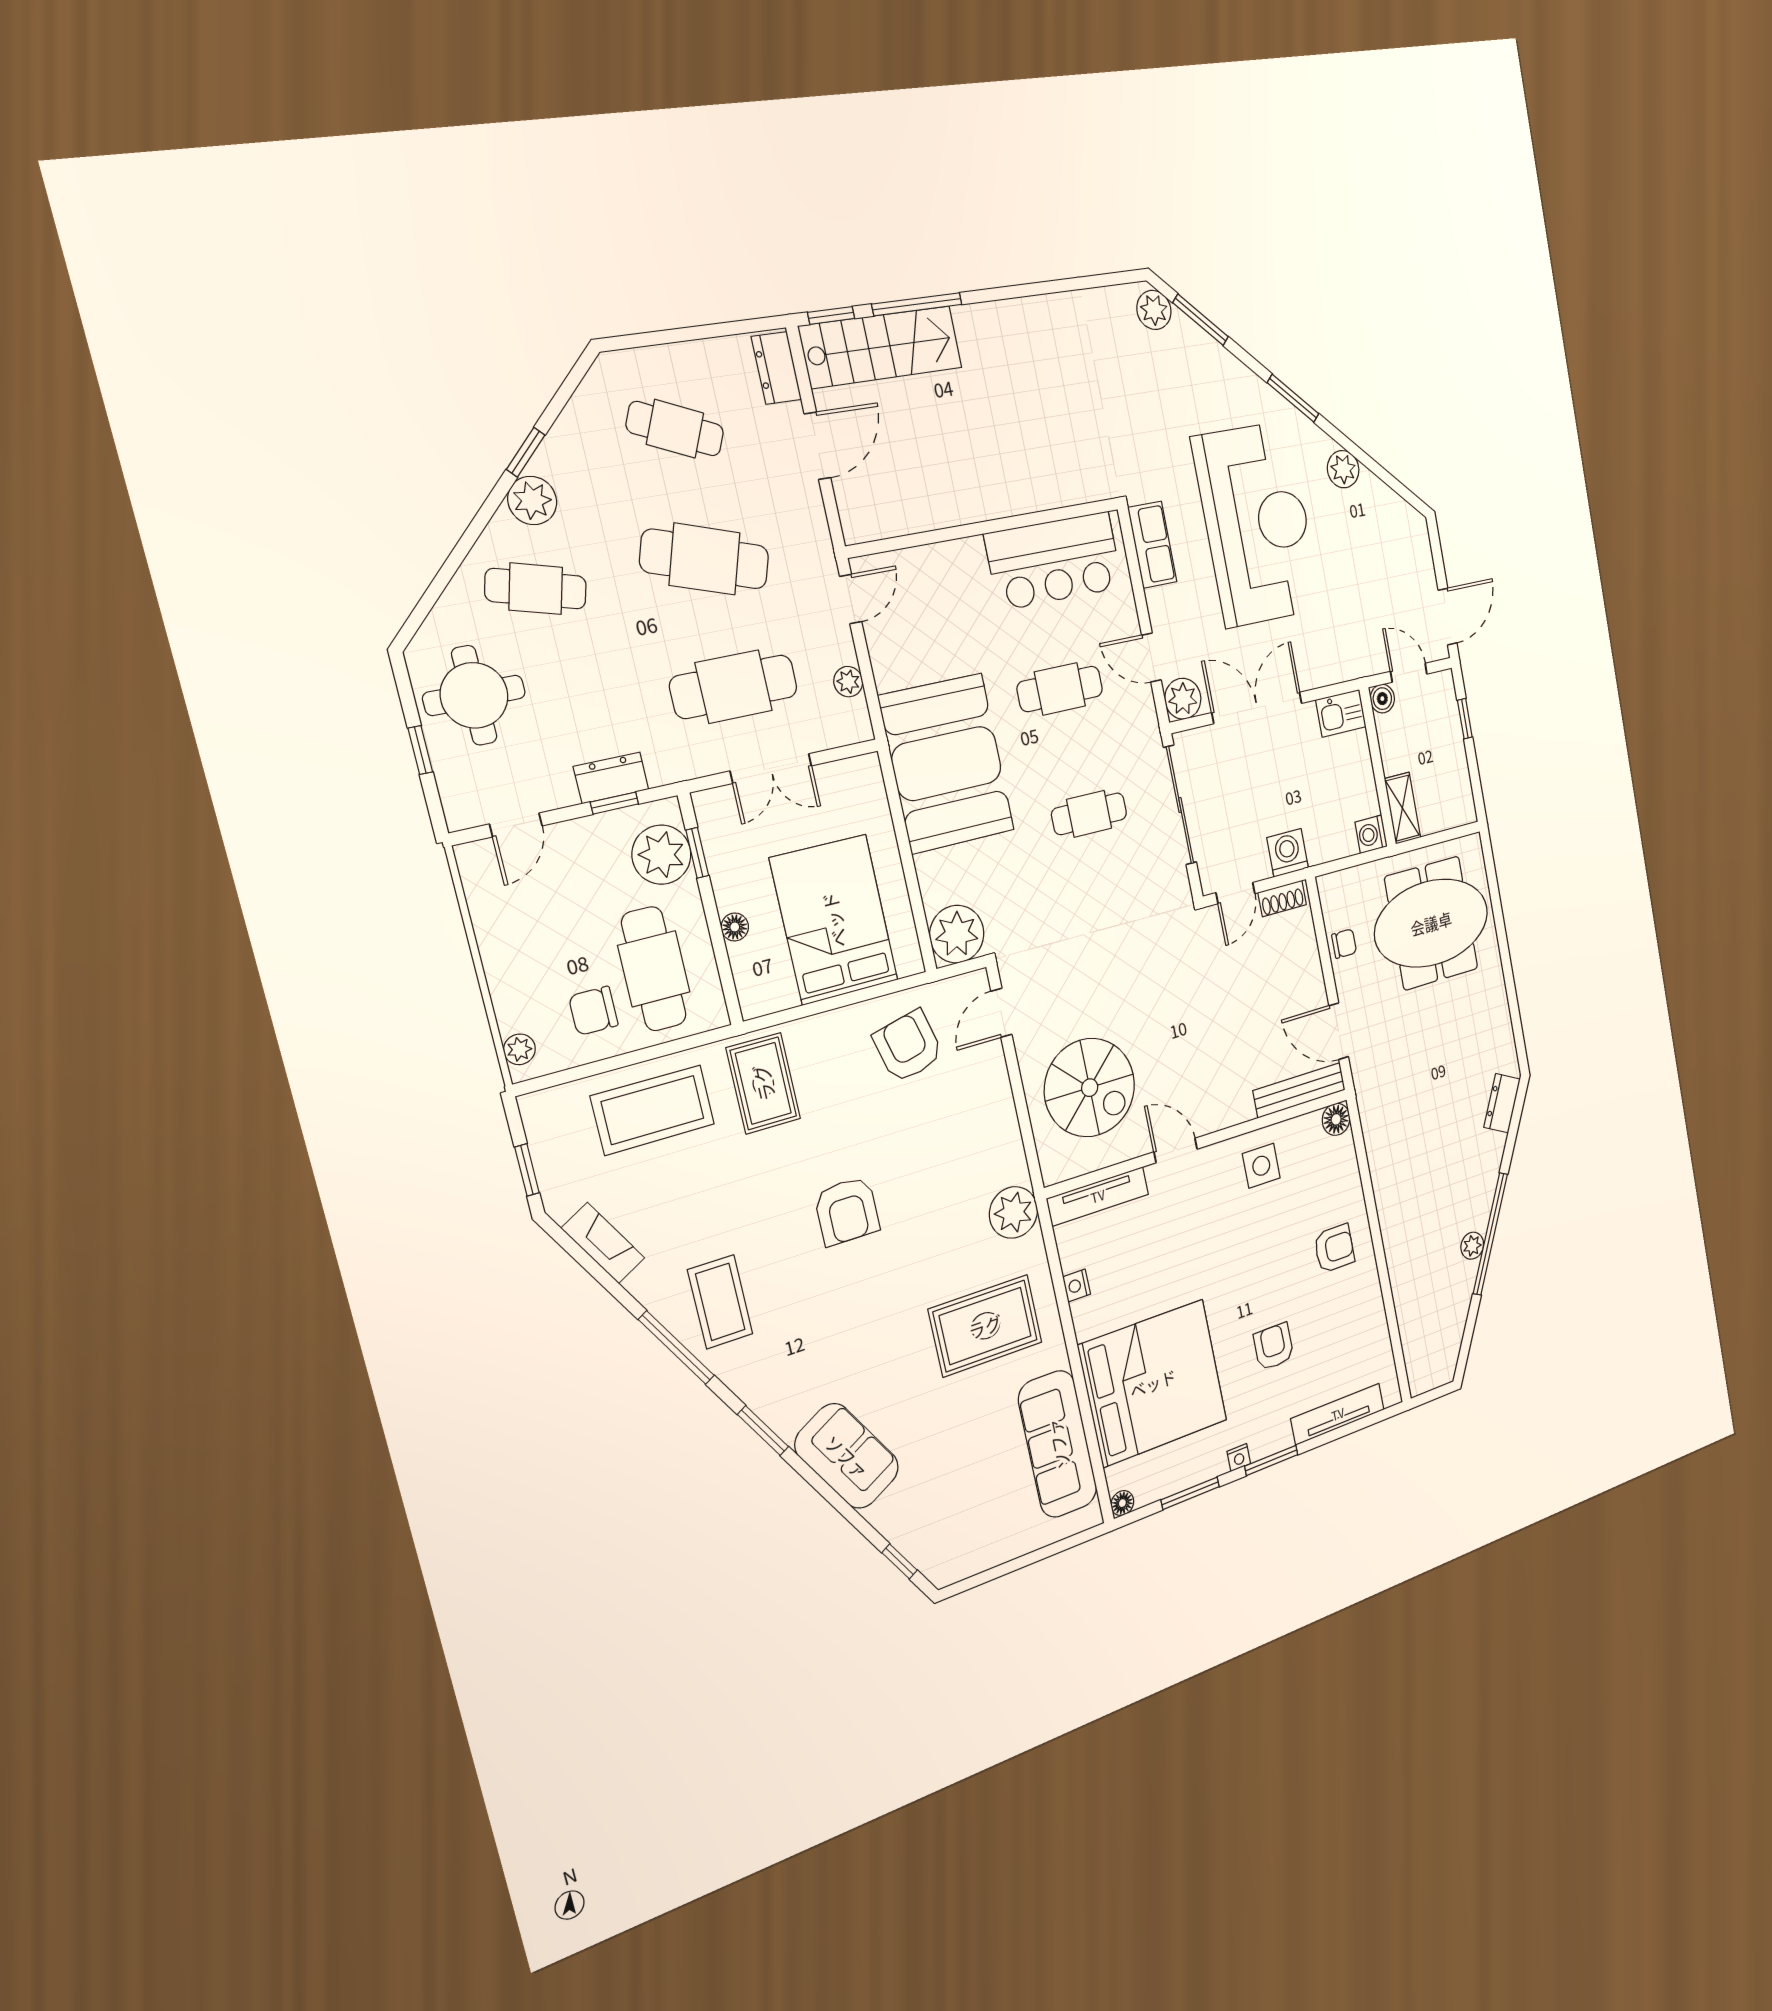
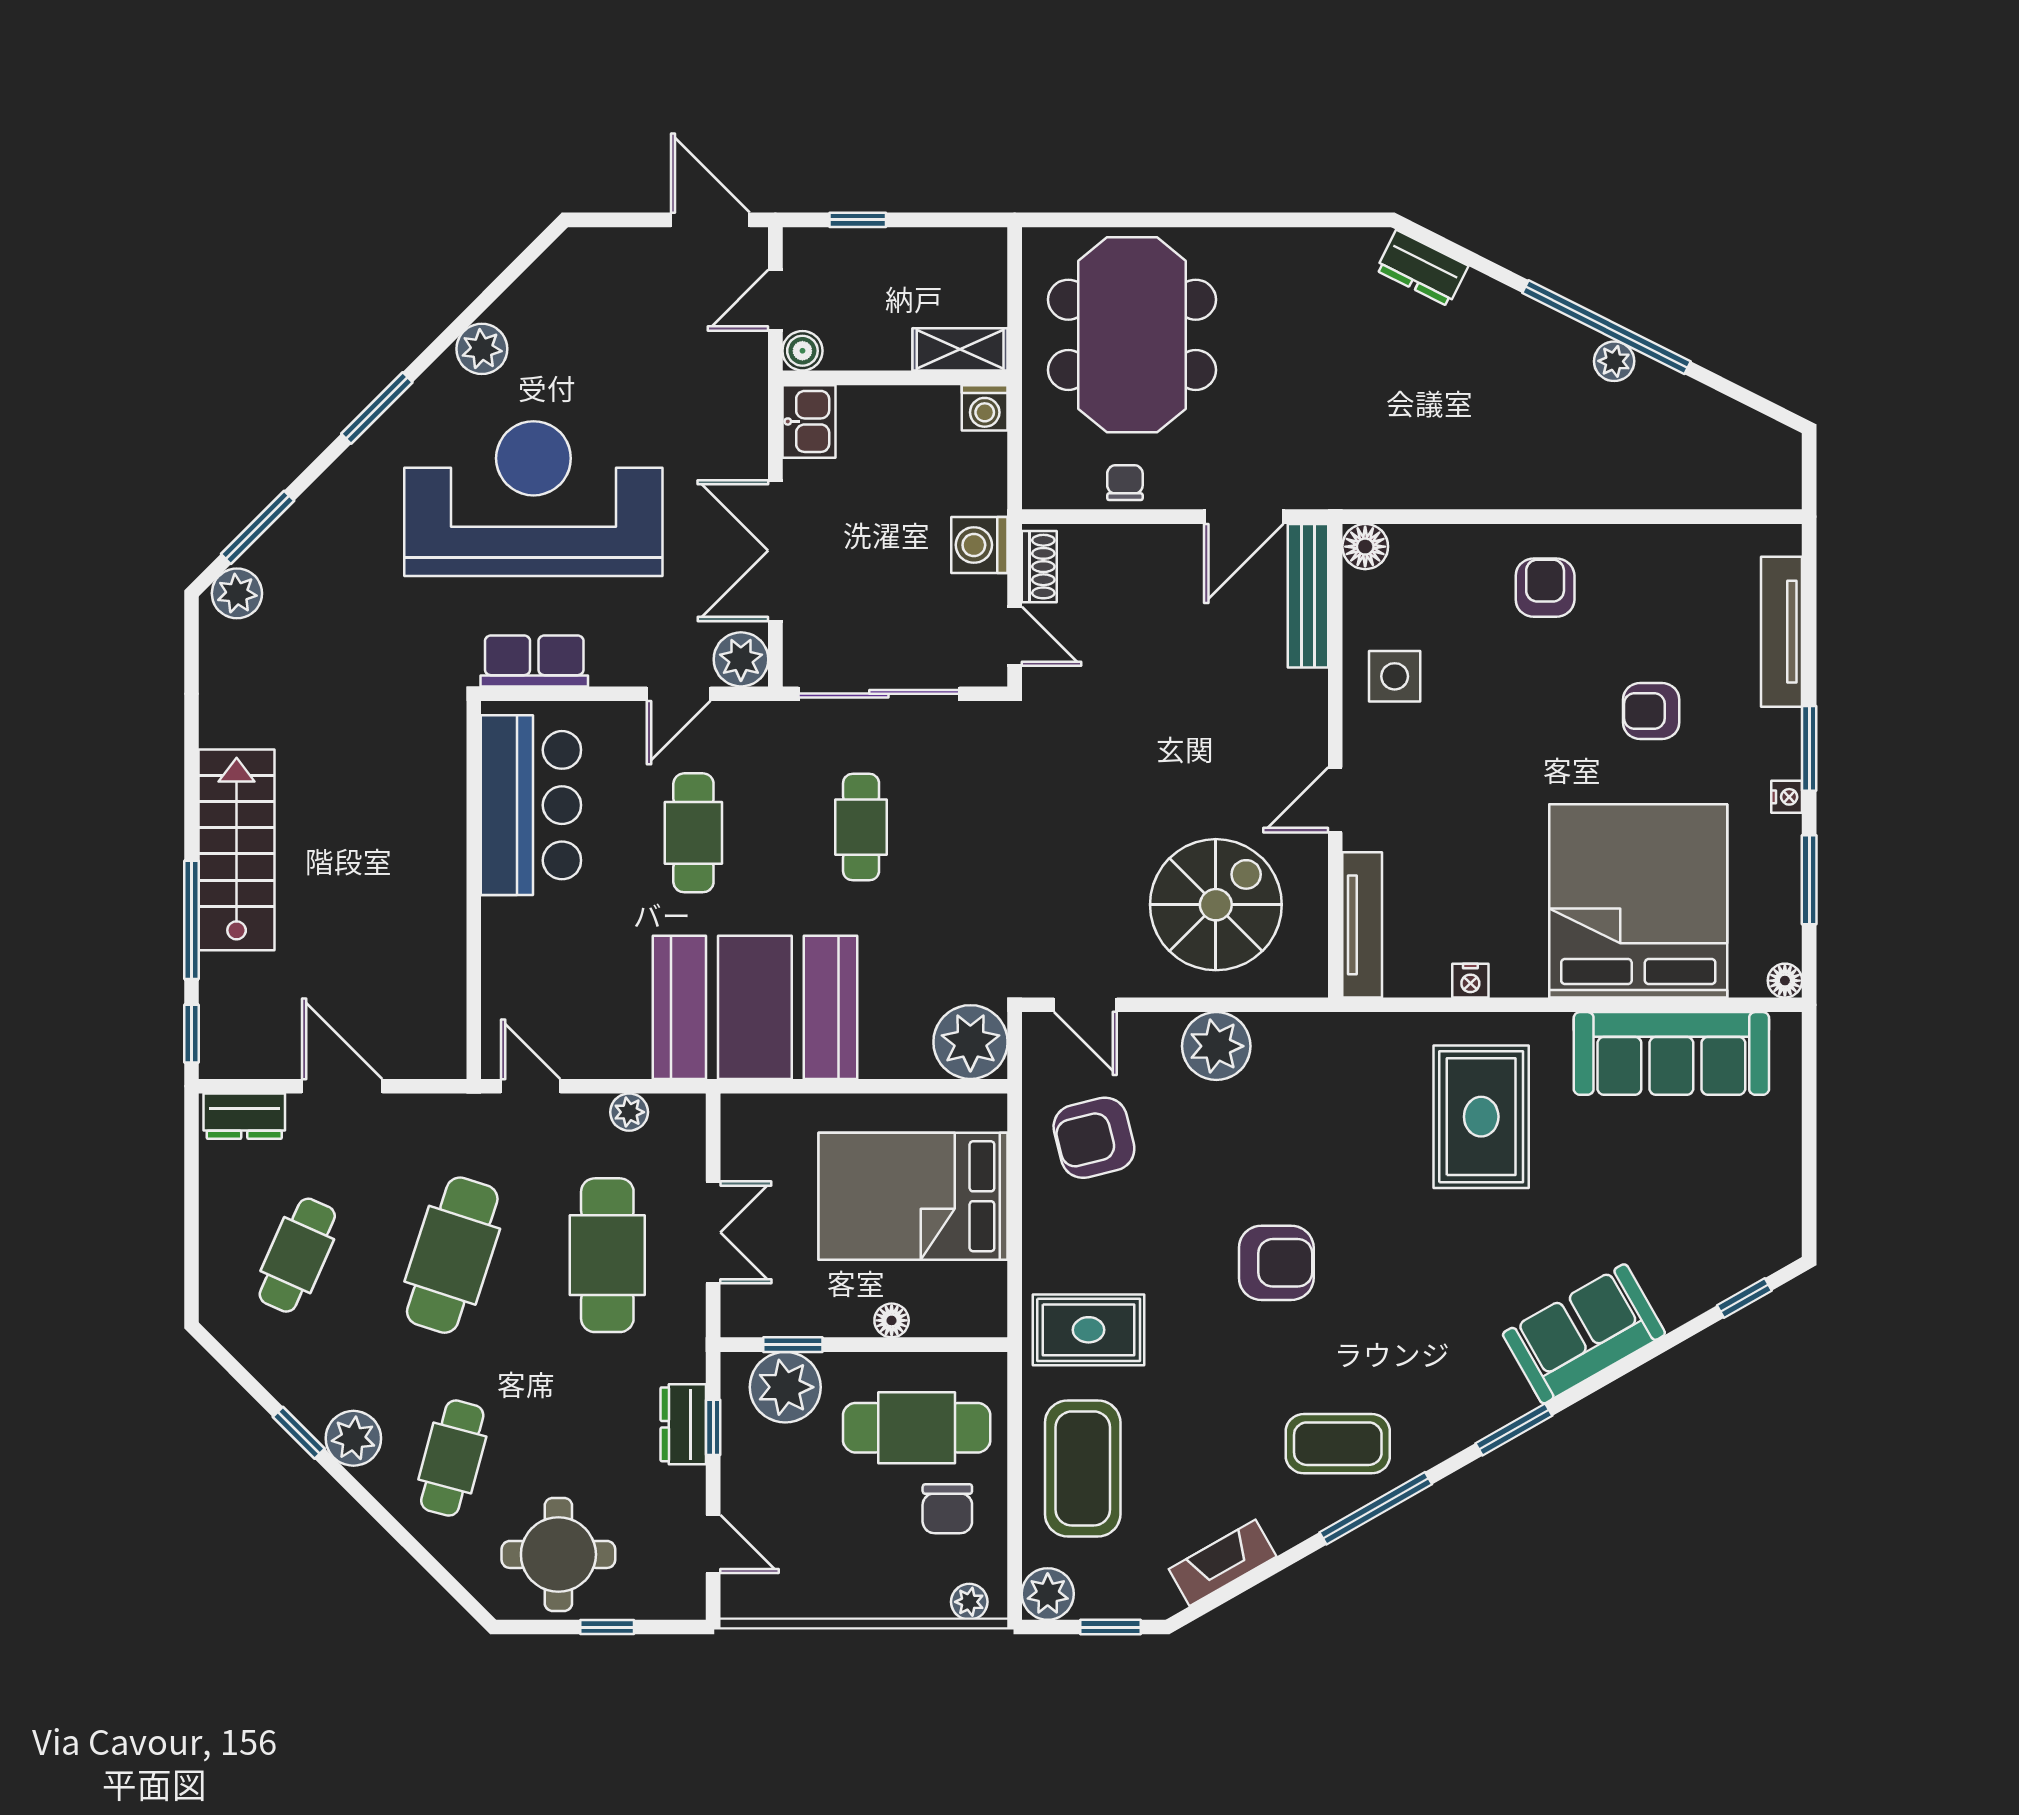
stairs: (881, 347) -> (237, 850), moved
plant: (542, 1111) -> (1048, 1594), added
plant: (1013, 1212) -> (1216, 1046), moved

